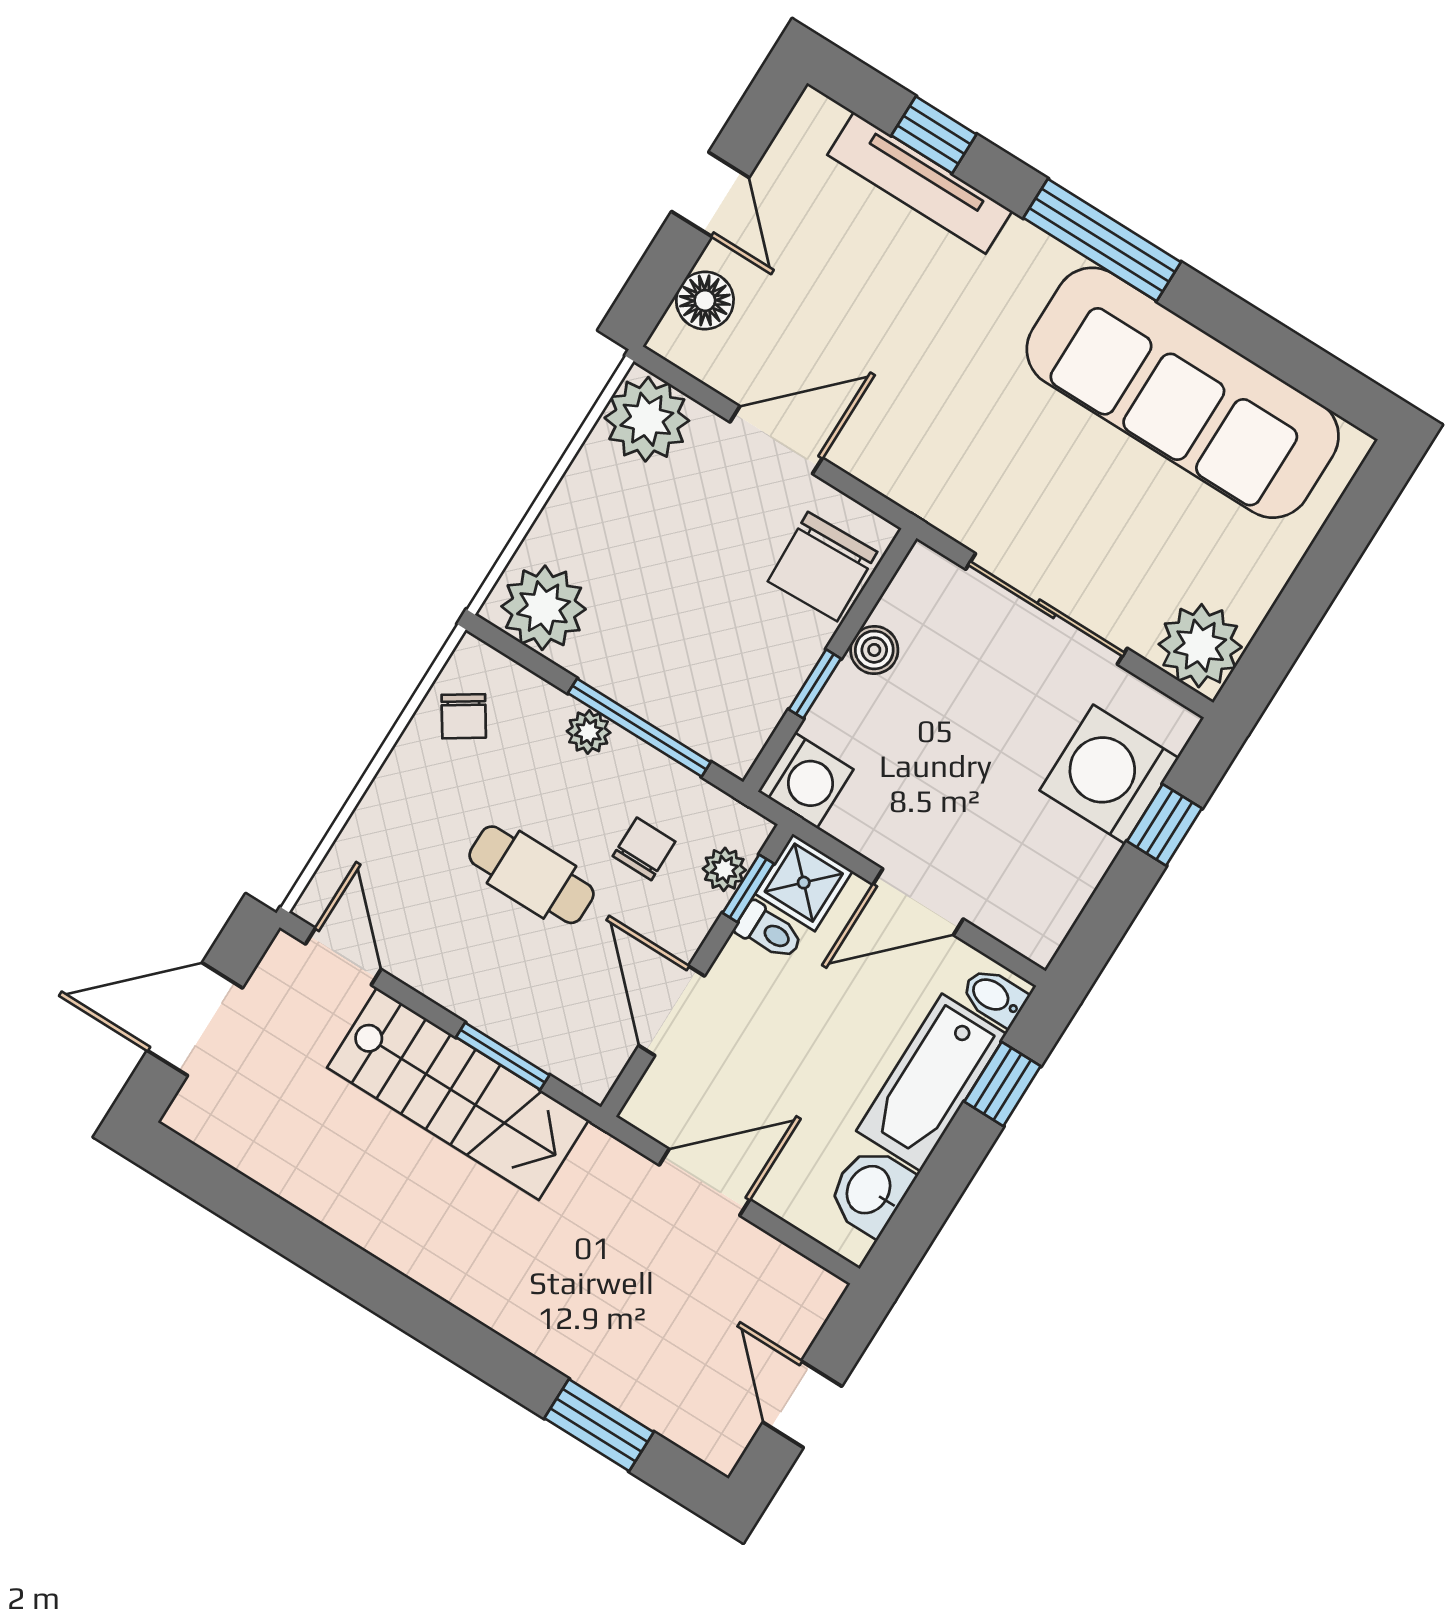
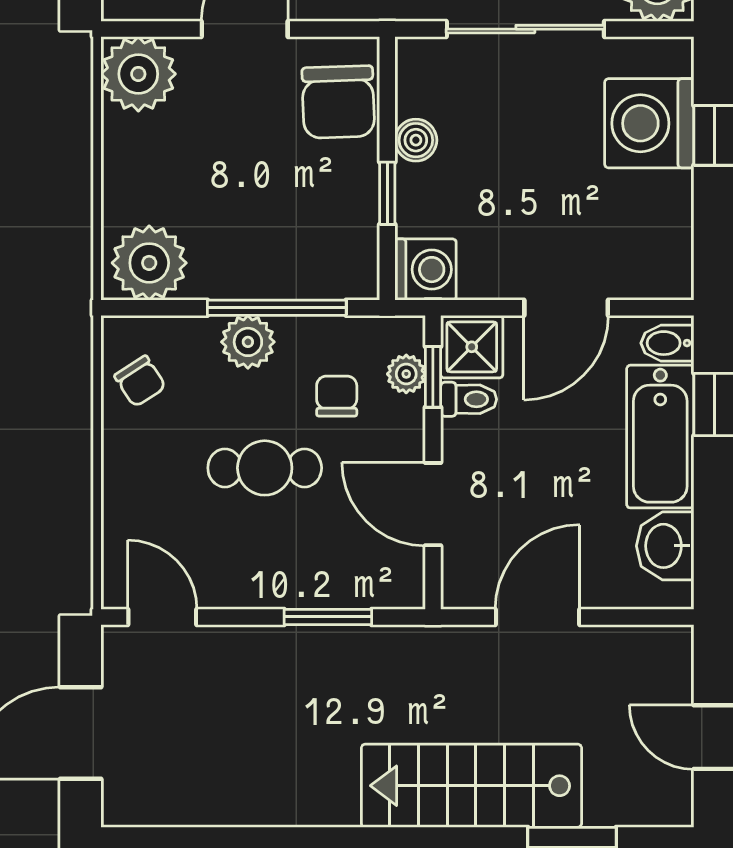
plant: (589, 732) -> (248, 342), width x1.38, depth x1.38
stairs: (458, 1094) -> (471, 786), moved, turned 180

